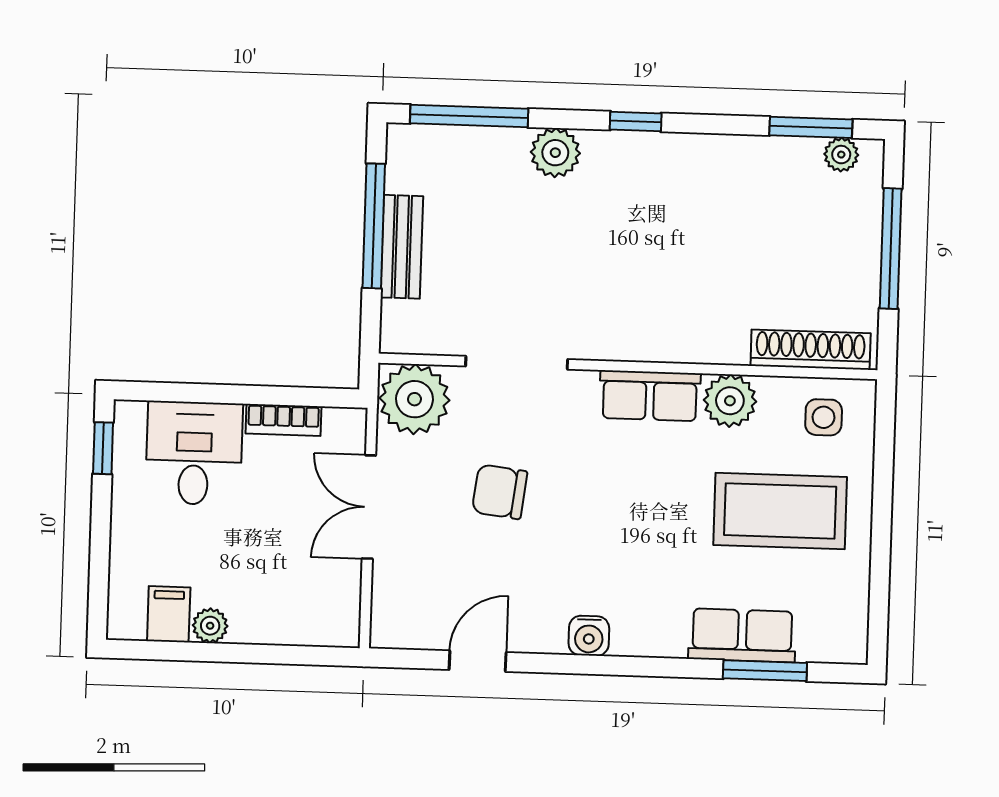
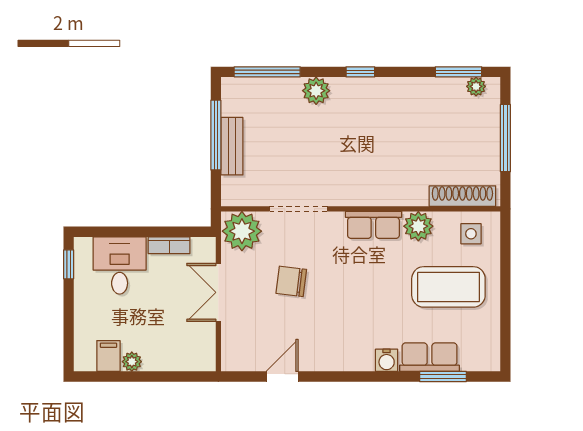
water cooler: (589, 636) -> (387, 360), moved

